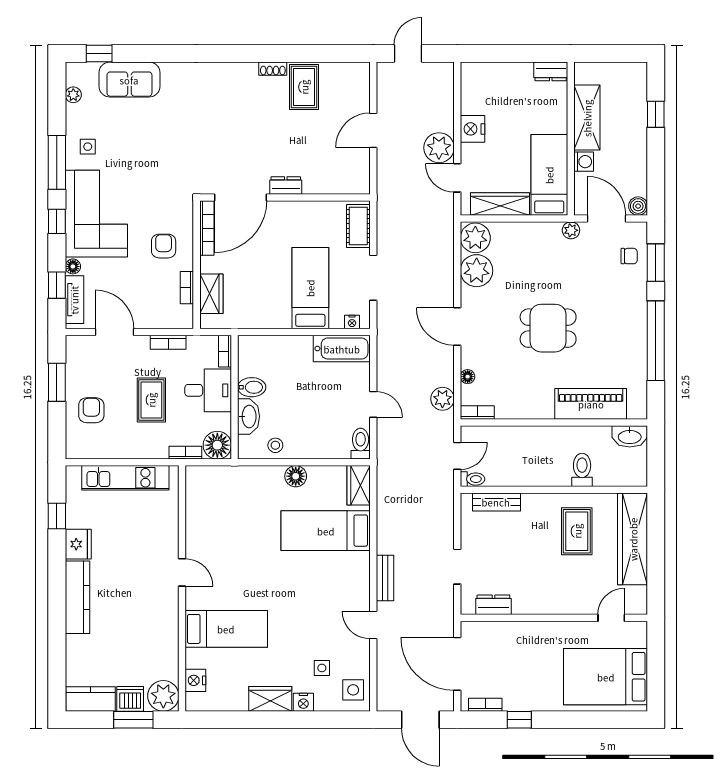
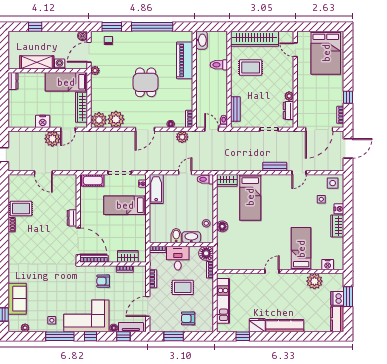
floor lamp: (296, 476) -> (222, 226), moved
plant: (522, 606) -> (289, 96), added
plant: (163, 696) -> (314, 281), moved

